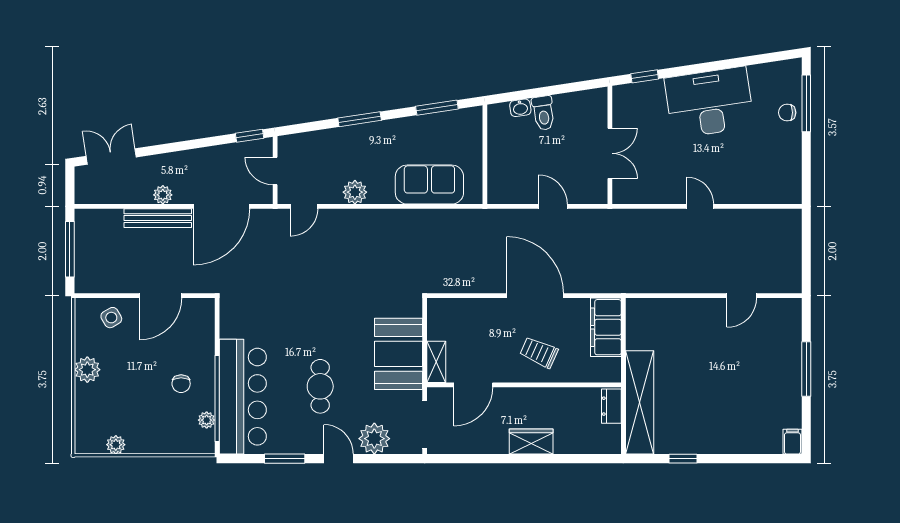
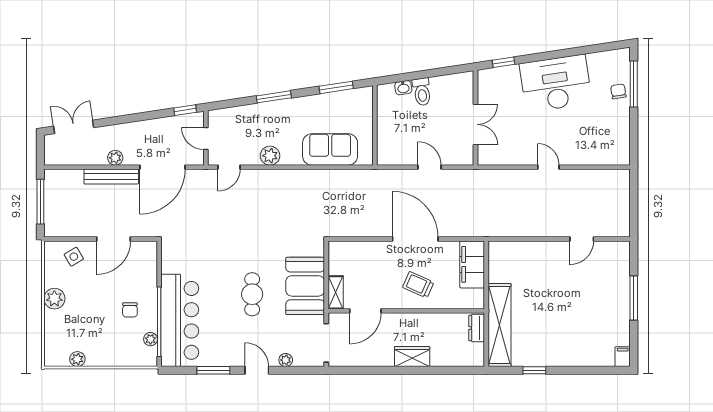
chair: (787, 113) -> (618, 91), turned 81
cafe table: (320, 386) -> (252, 294), moved
plant: (374, 439) -> (286, 360), width x0.53, depth x0.53

